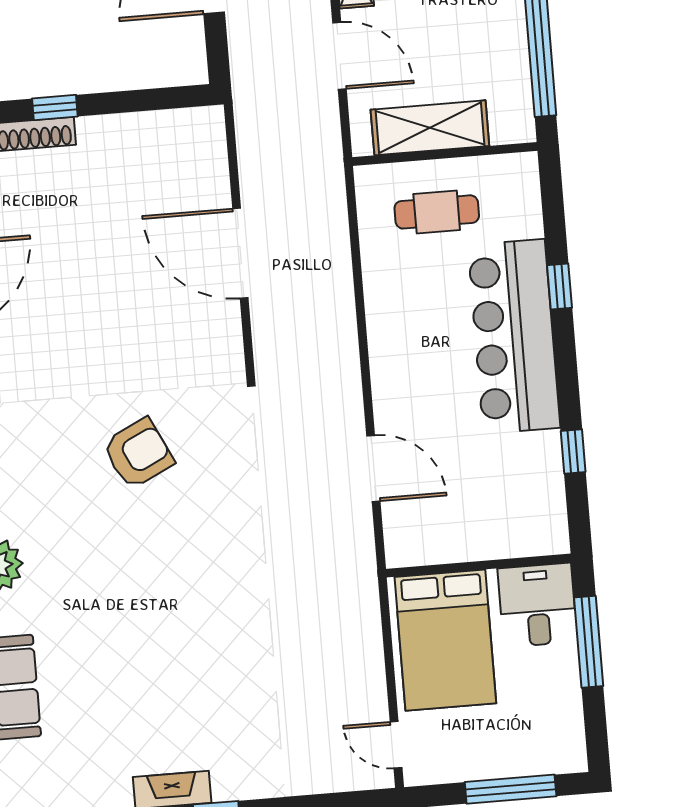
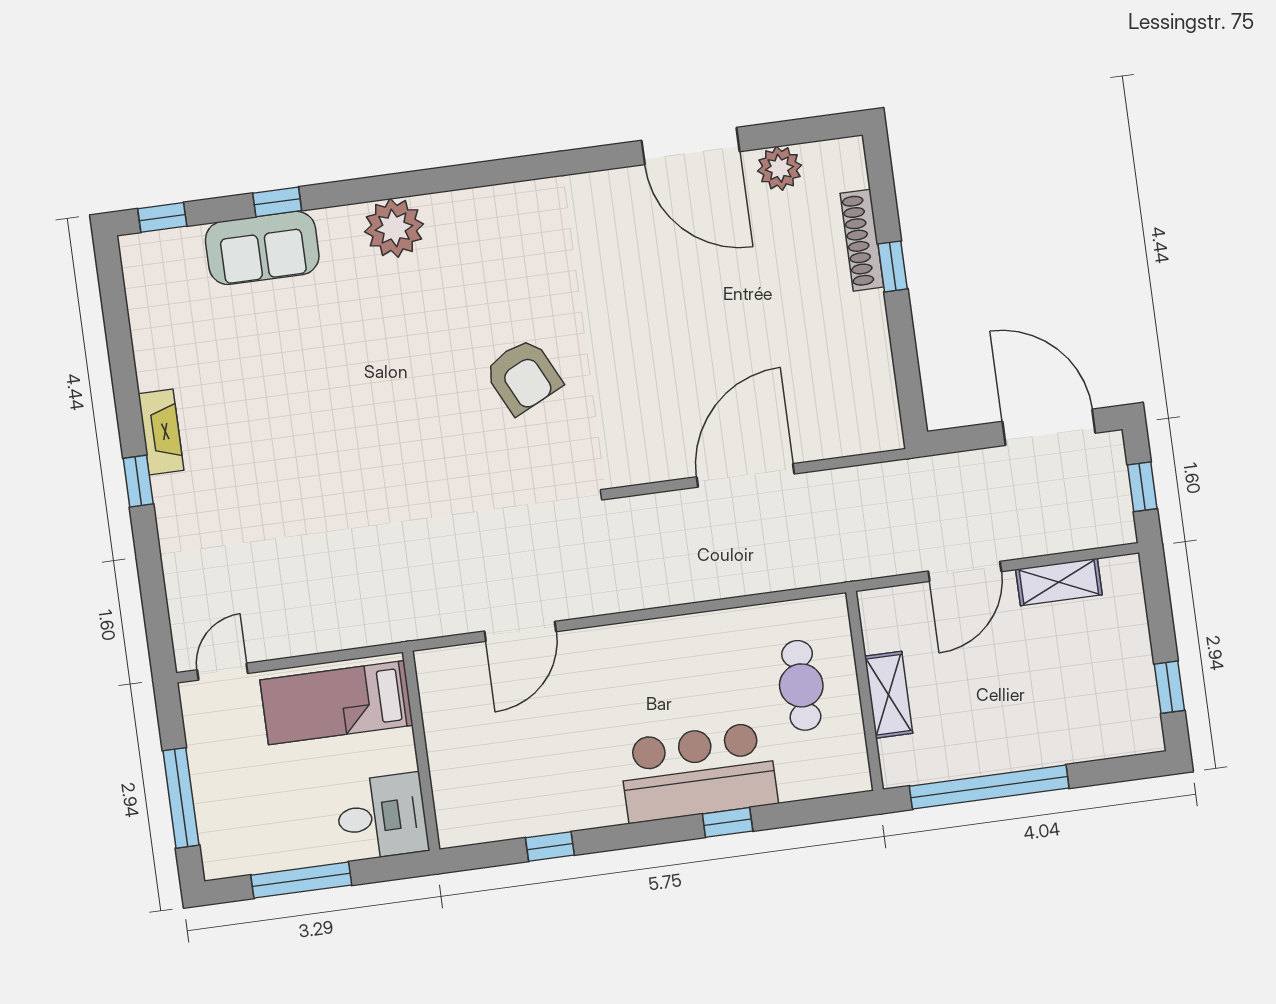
shelving: (430, 128) -> (889, 695), width x0.67, depth x0.75
bar counter: (514, 336) -> (698, 772), width x0.73
bed: (445, 640) -> (336, 703), width x0.67
window: (589, 642) -> (301, 880), moved

